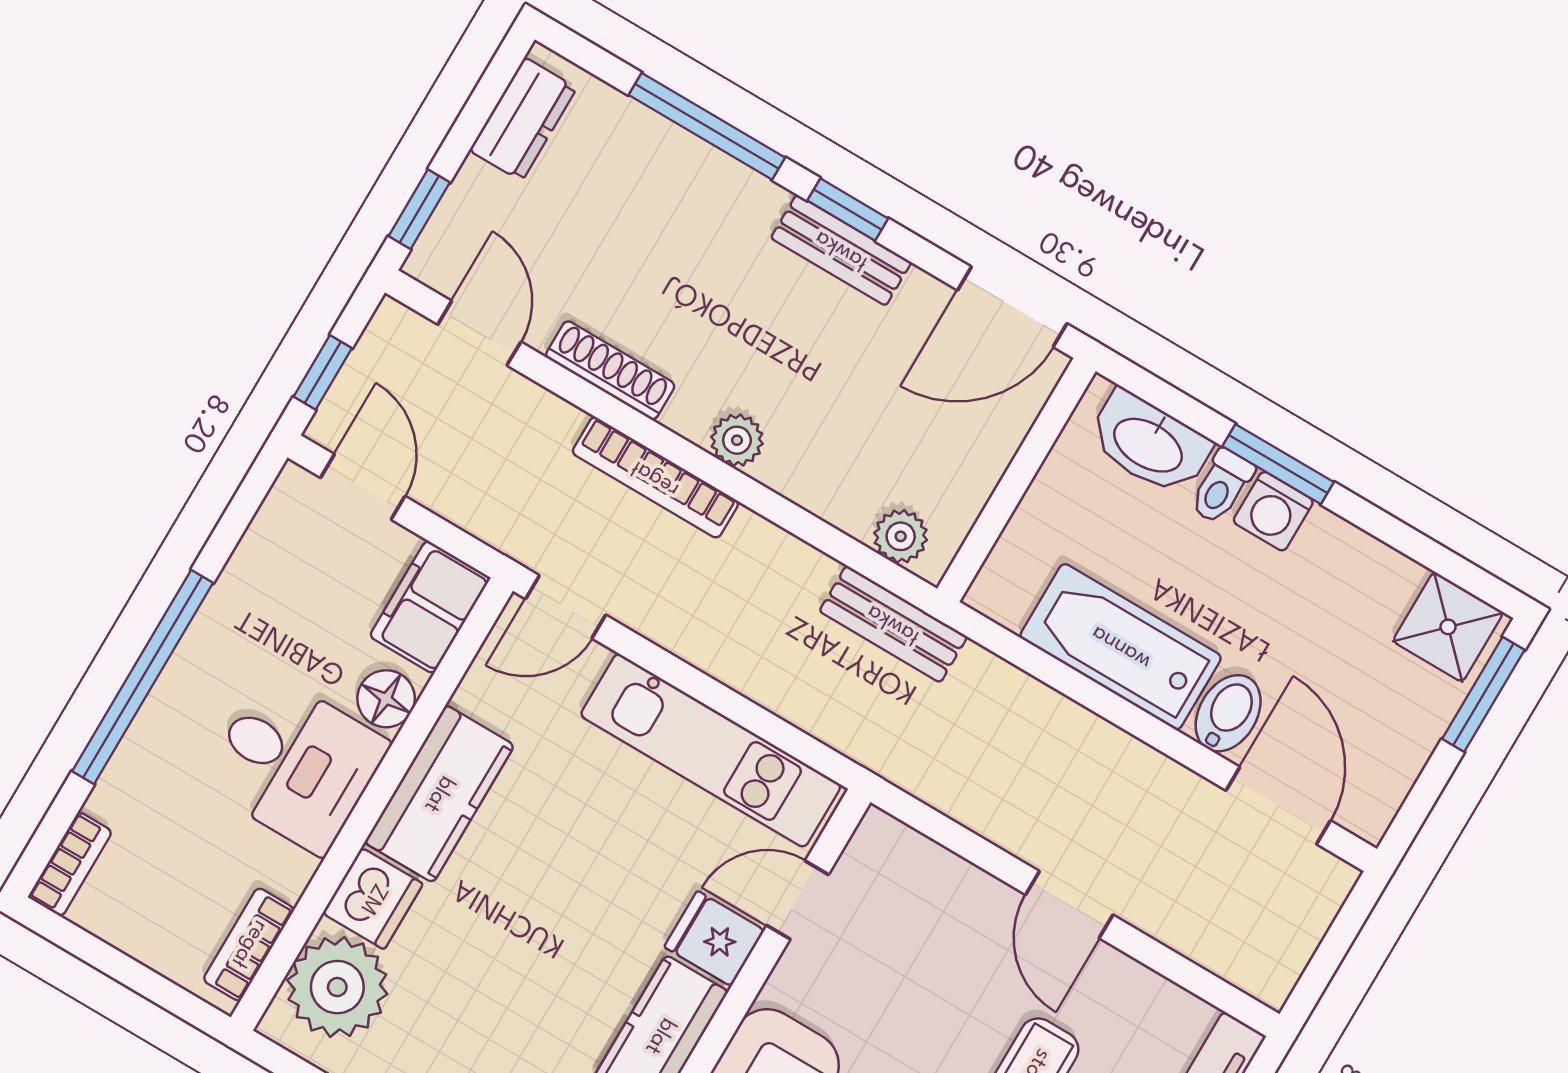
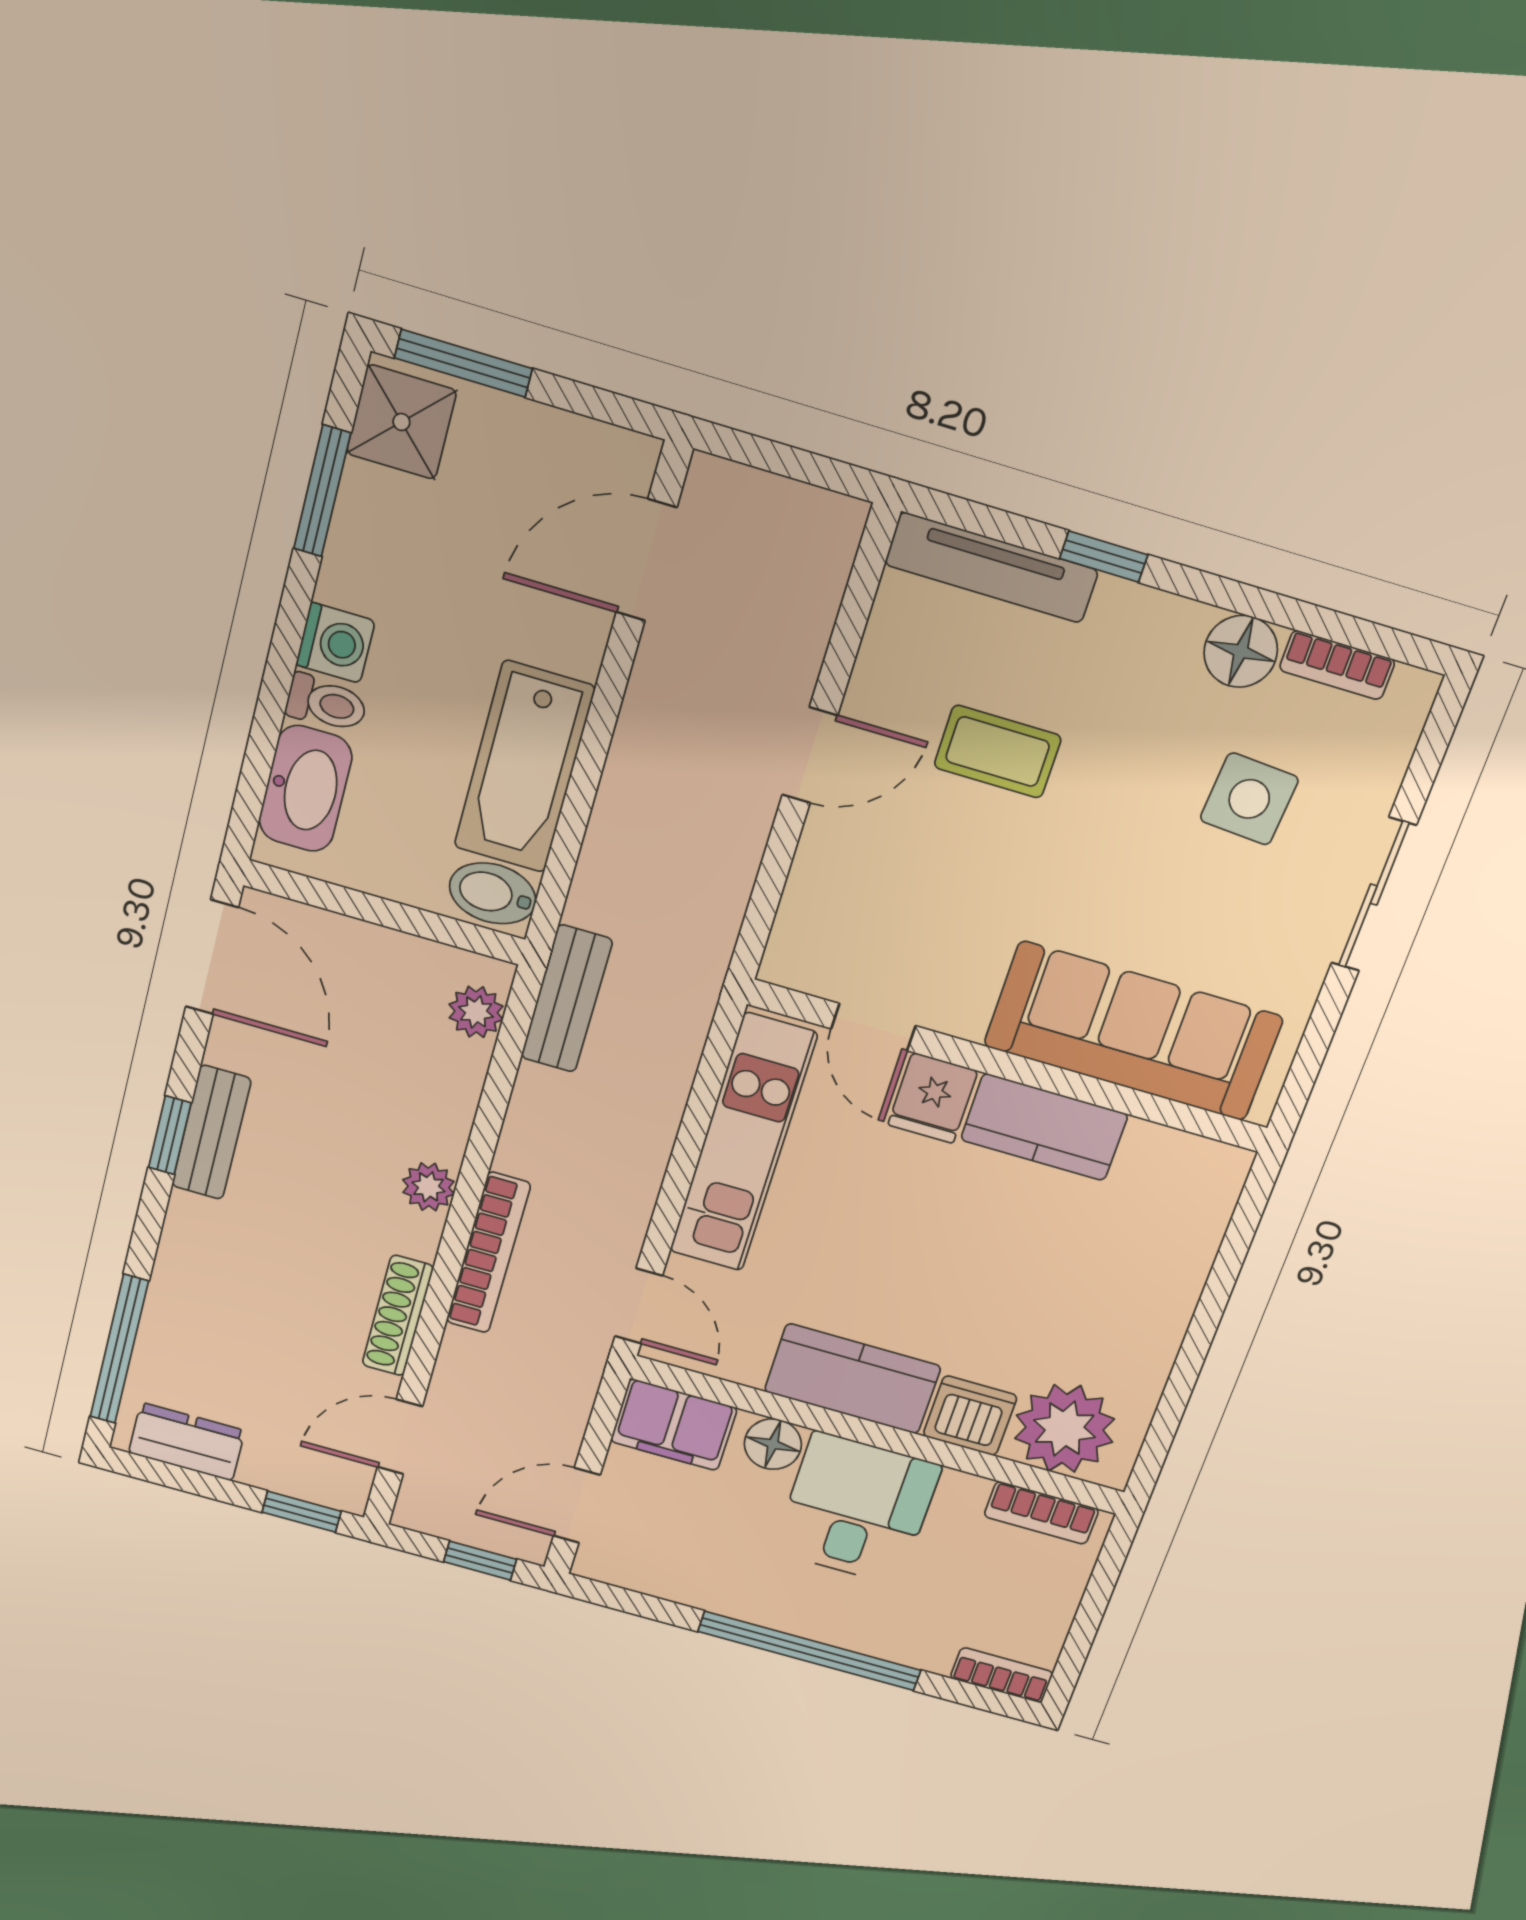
window: (707, 126) -> (119, 1349), moved
window: (1278, 464) -> (322, 491), moved
bidet: (1228, 713) -> (493, 893), moved

